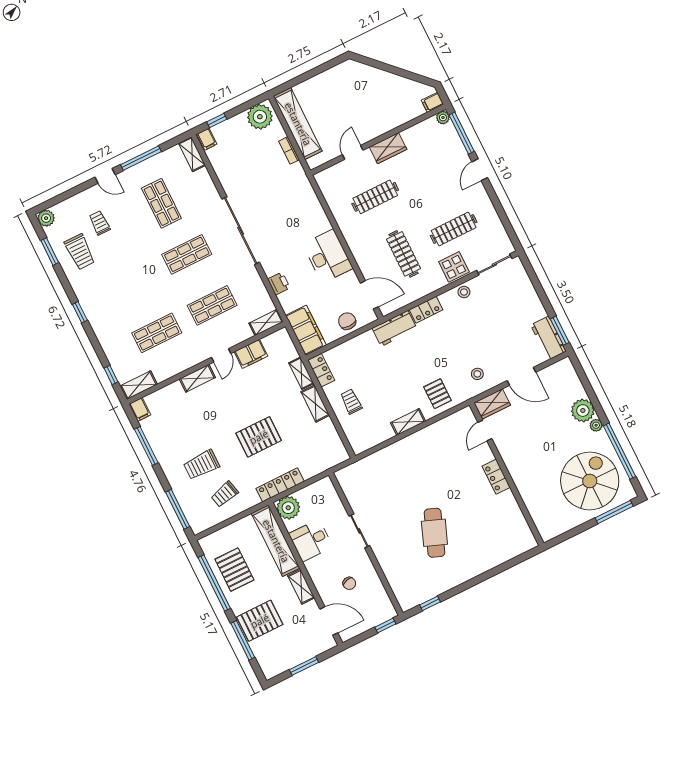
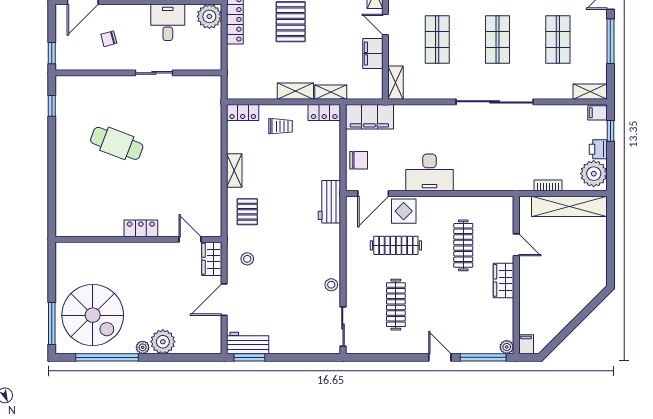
shop shelf: (161, 203) -> (558, 40), turned 90
display table: (454, 267) -> (404, 211), moved
printer: (279, 283) -> (598, 149), moved, turned 90
locker: (426, 310) -> (243, 112), moved, turned -90
pallet: (437, 394) -> (247, 212), turned 90

